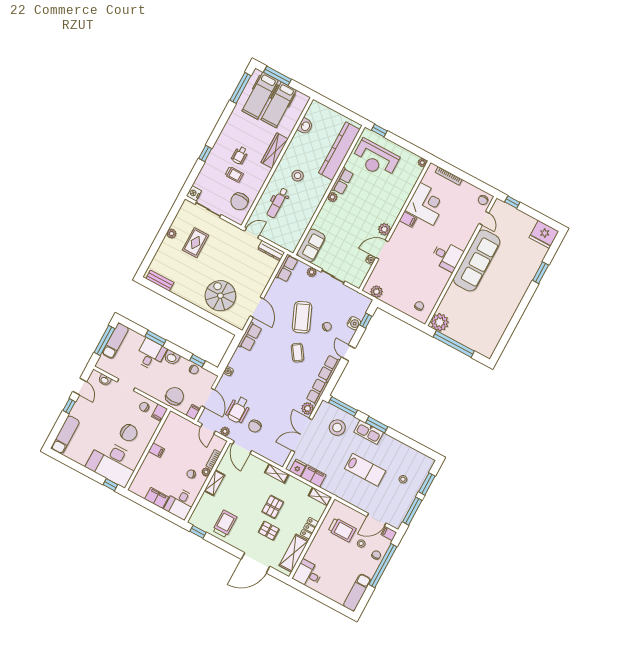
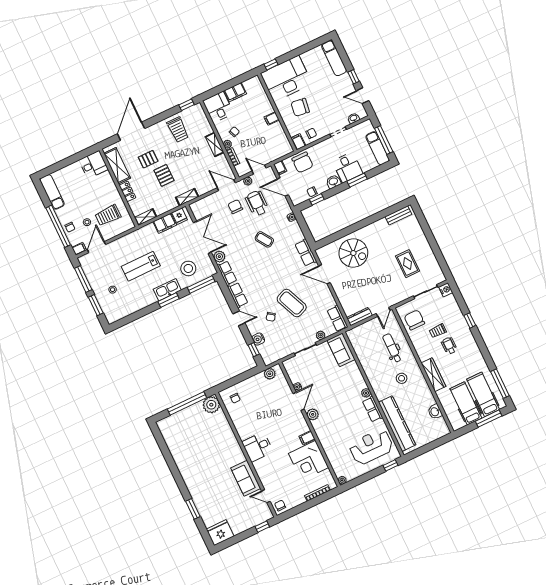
plant: (171, 234) -> (428, 250), removed
sofa: (477, 260) -> (246, 478), width x0.54, depth x0.79
coffee table: (297, 353) -> (264, 239), moved

